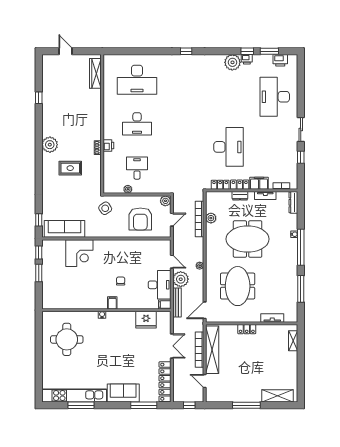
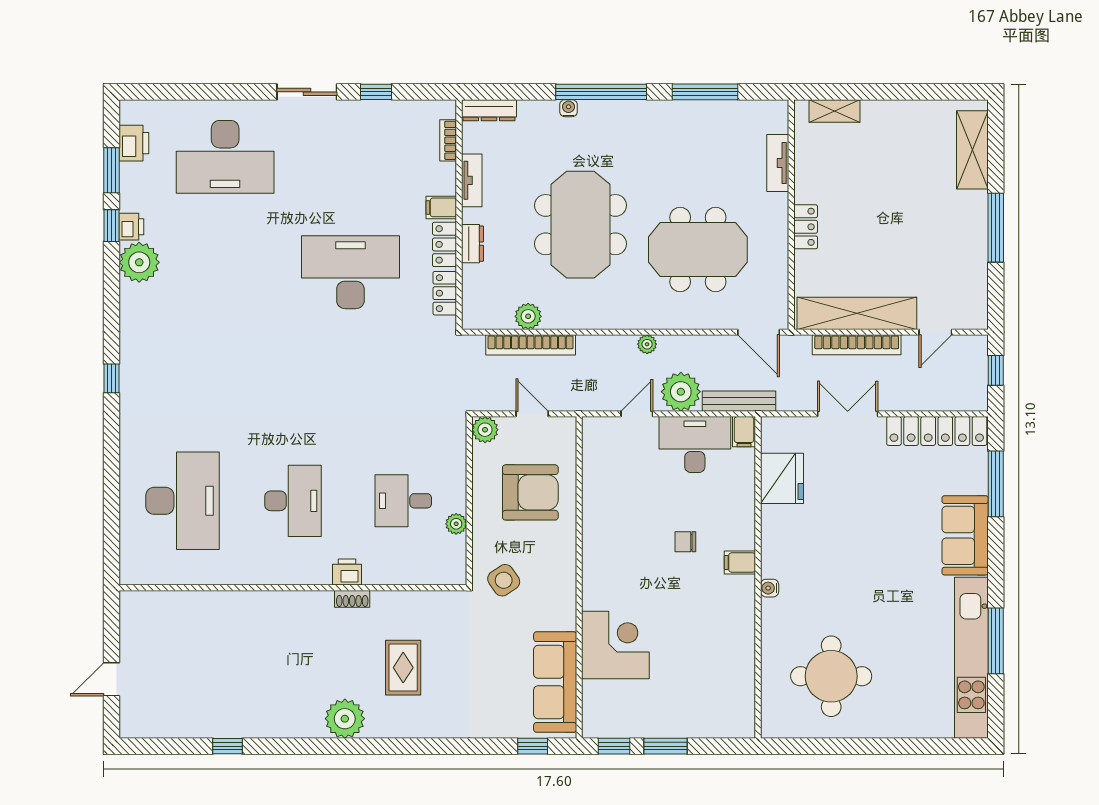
wardrobe: (95, 73) -> (167, 605), removed
filing cabinet: (259, 183) -> (441, 207), width x0.50

